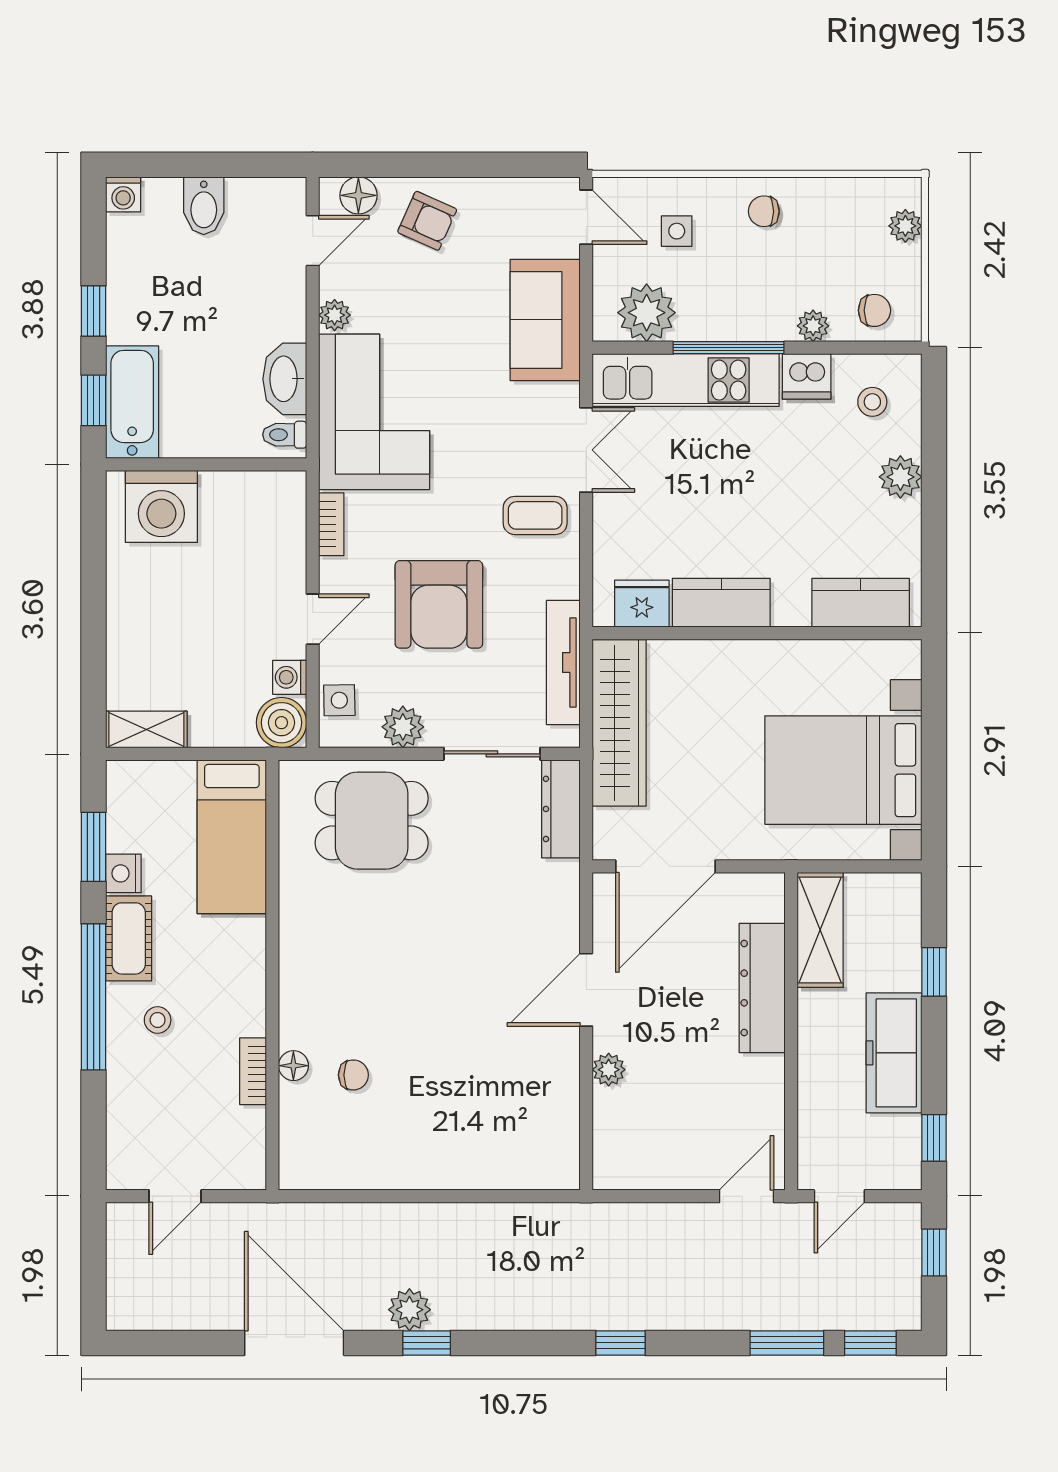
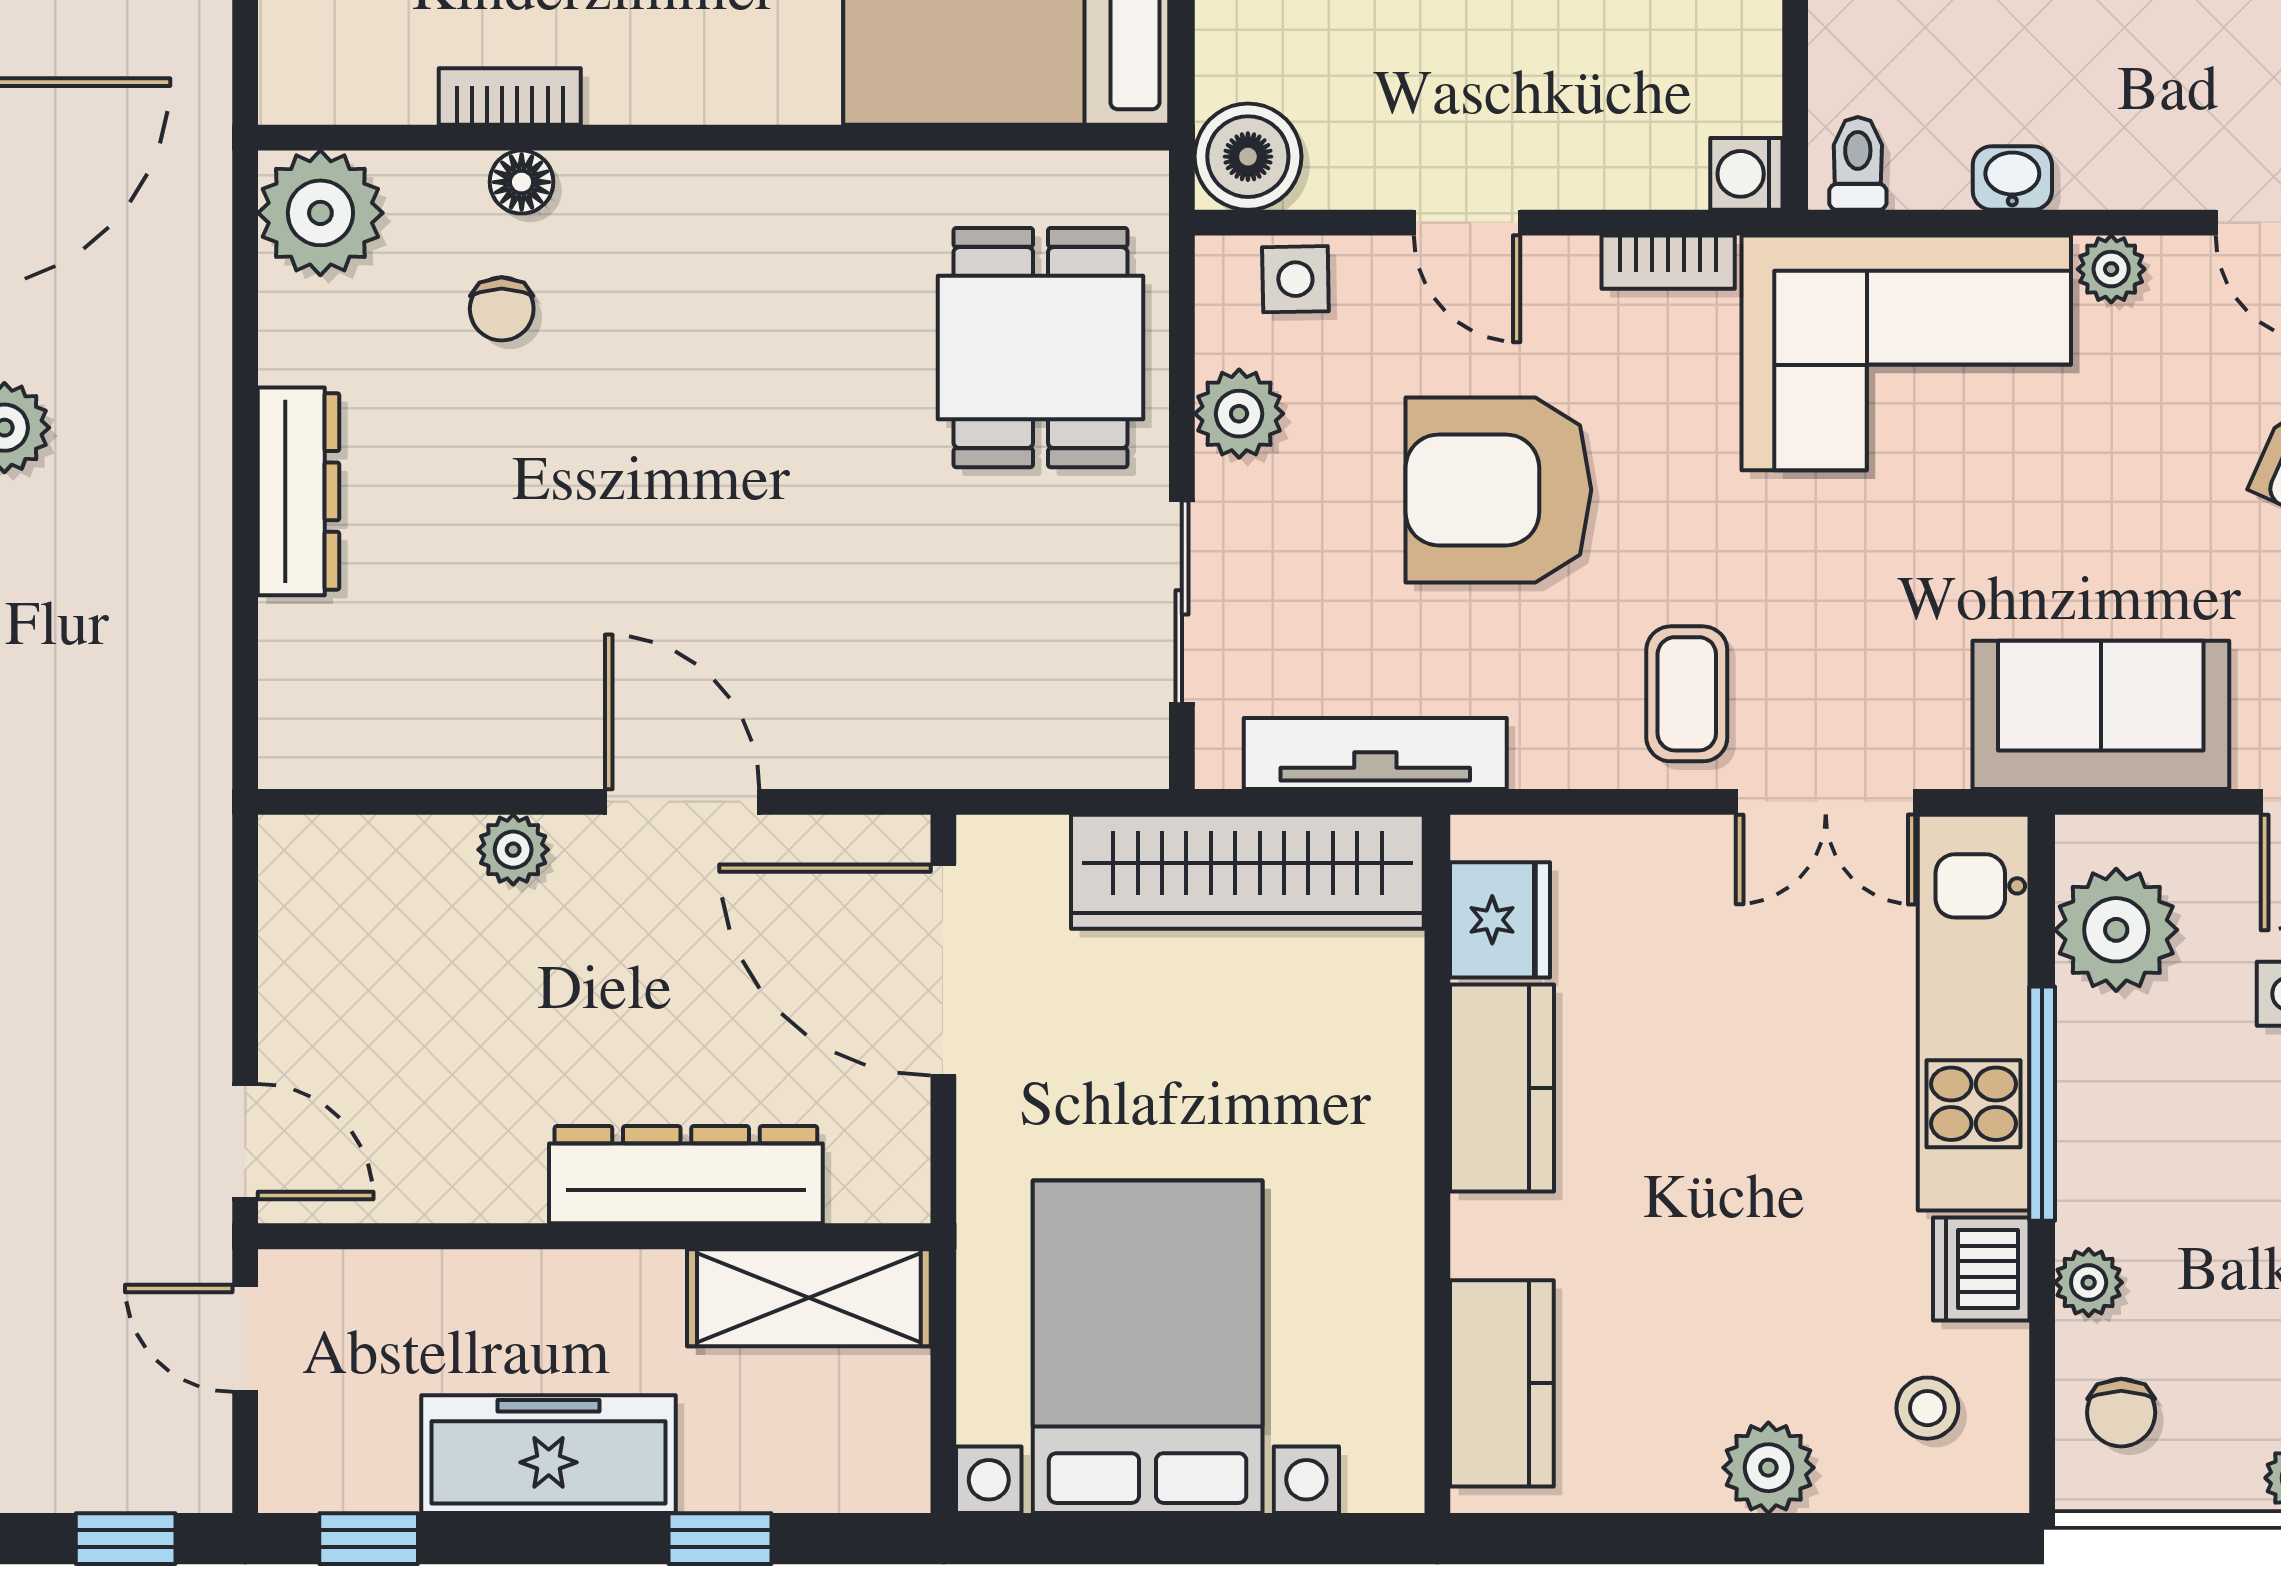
washbasin: (285, 379) -> (2012, 178), width x0.52, depth x0.69
washing machine: (290, 677) -> (1746, 174), moved, turned -90
dresser: (561, 809) -> (298, 491), moved, turned 90
plant: (308, 1161) -> (320, 213), added

